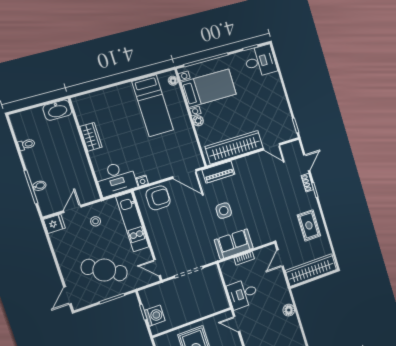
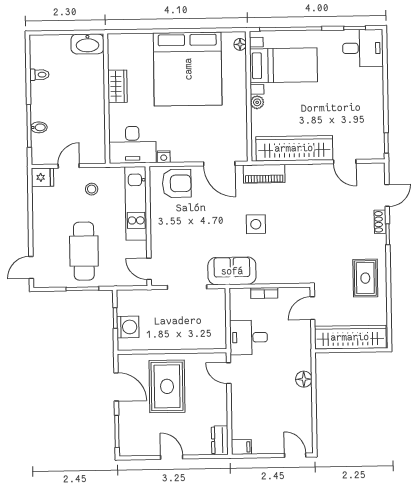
bed: (153, 106) -> (188, 69), width x2.04
sofa: (234, 244) -> (232, 271), moved
cafe table: (104, 270) -> (84, 251), turned 60

